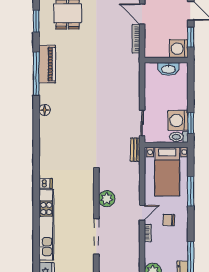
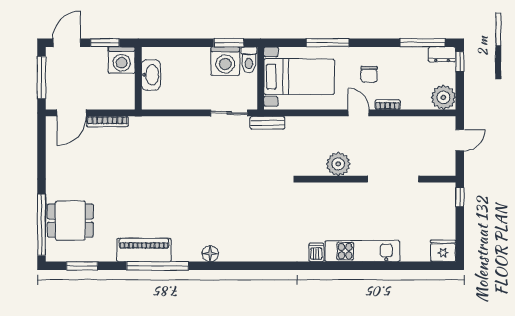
kitchen unit: (46, 225) -> (362, 251), width x0.73

